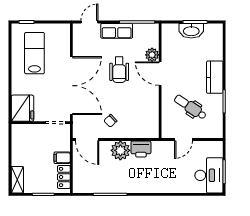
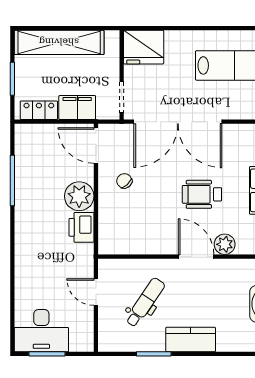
door: (160, 74) -> (196, 257), hinge flipped
door: (87, 140) -> (96, 146), hinge flipped
filing cabinet: (62, 158) -> (77, 107), width x2.00
shelving: (17, 180) -> (59, 42), width x2.20, depth x1.33

